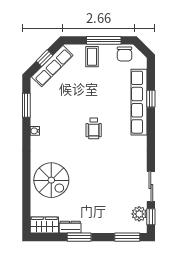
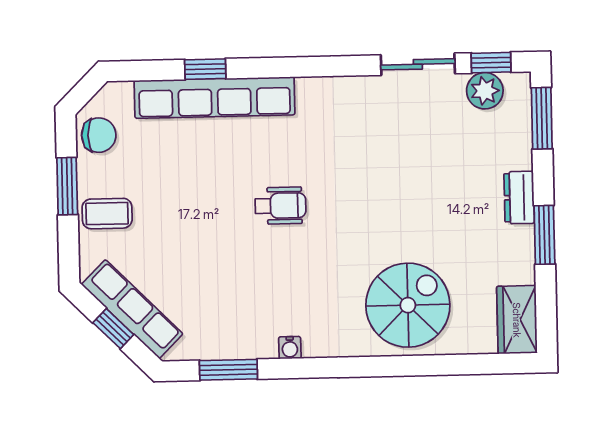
window: (104, 40) -> (67, 186), width x0.69
dresser: (70, 227) -> (519, 197), moved

